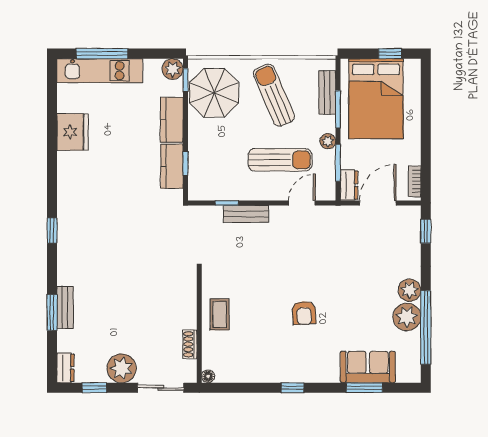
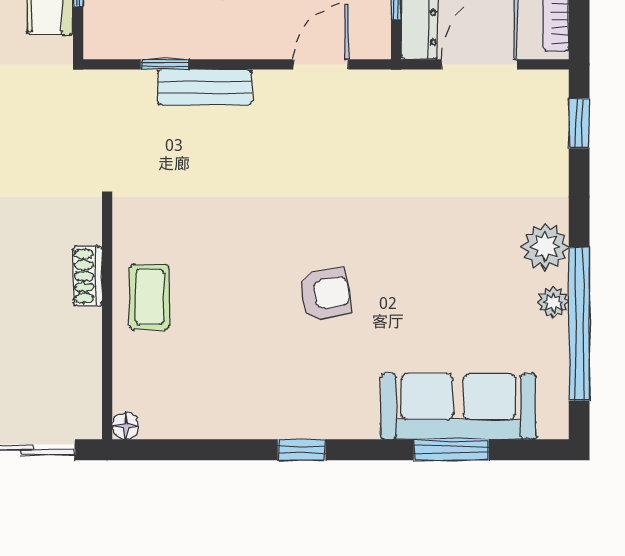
armchair: (304, 313) -> (325, 294), turned -96
plant: (407, 317) -> (553, 302), width x0.53, depth x0.53
shoe rack: (190, 344) -> (88, 276), moved
sofa: (368, 367) -> (458, 406), width x1.36

